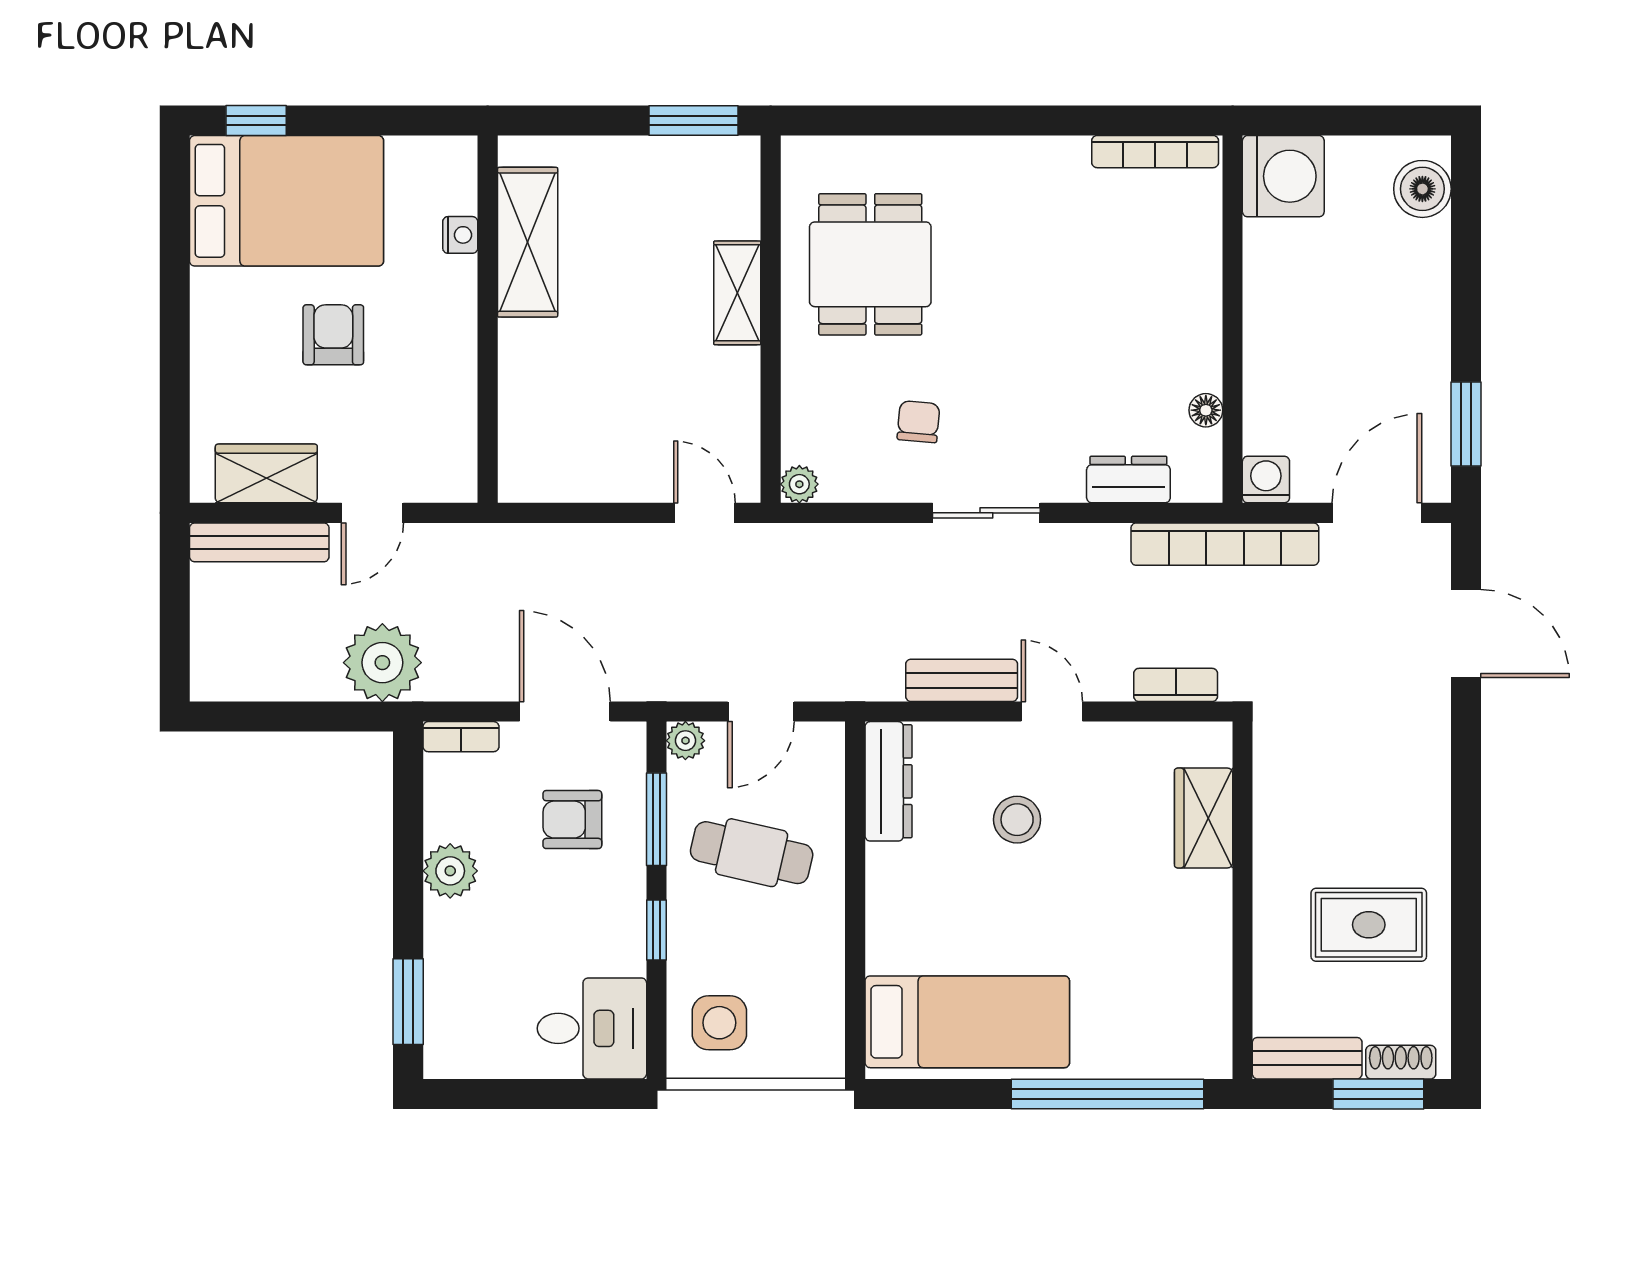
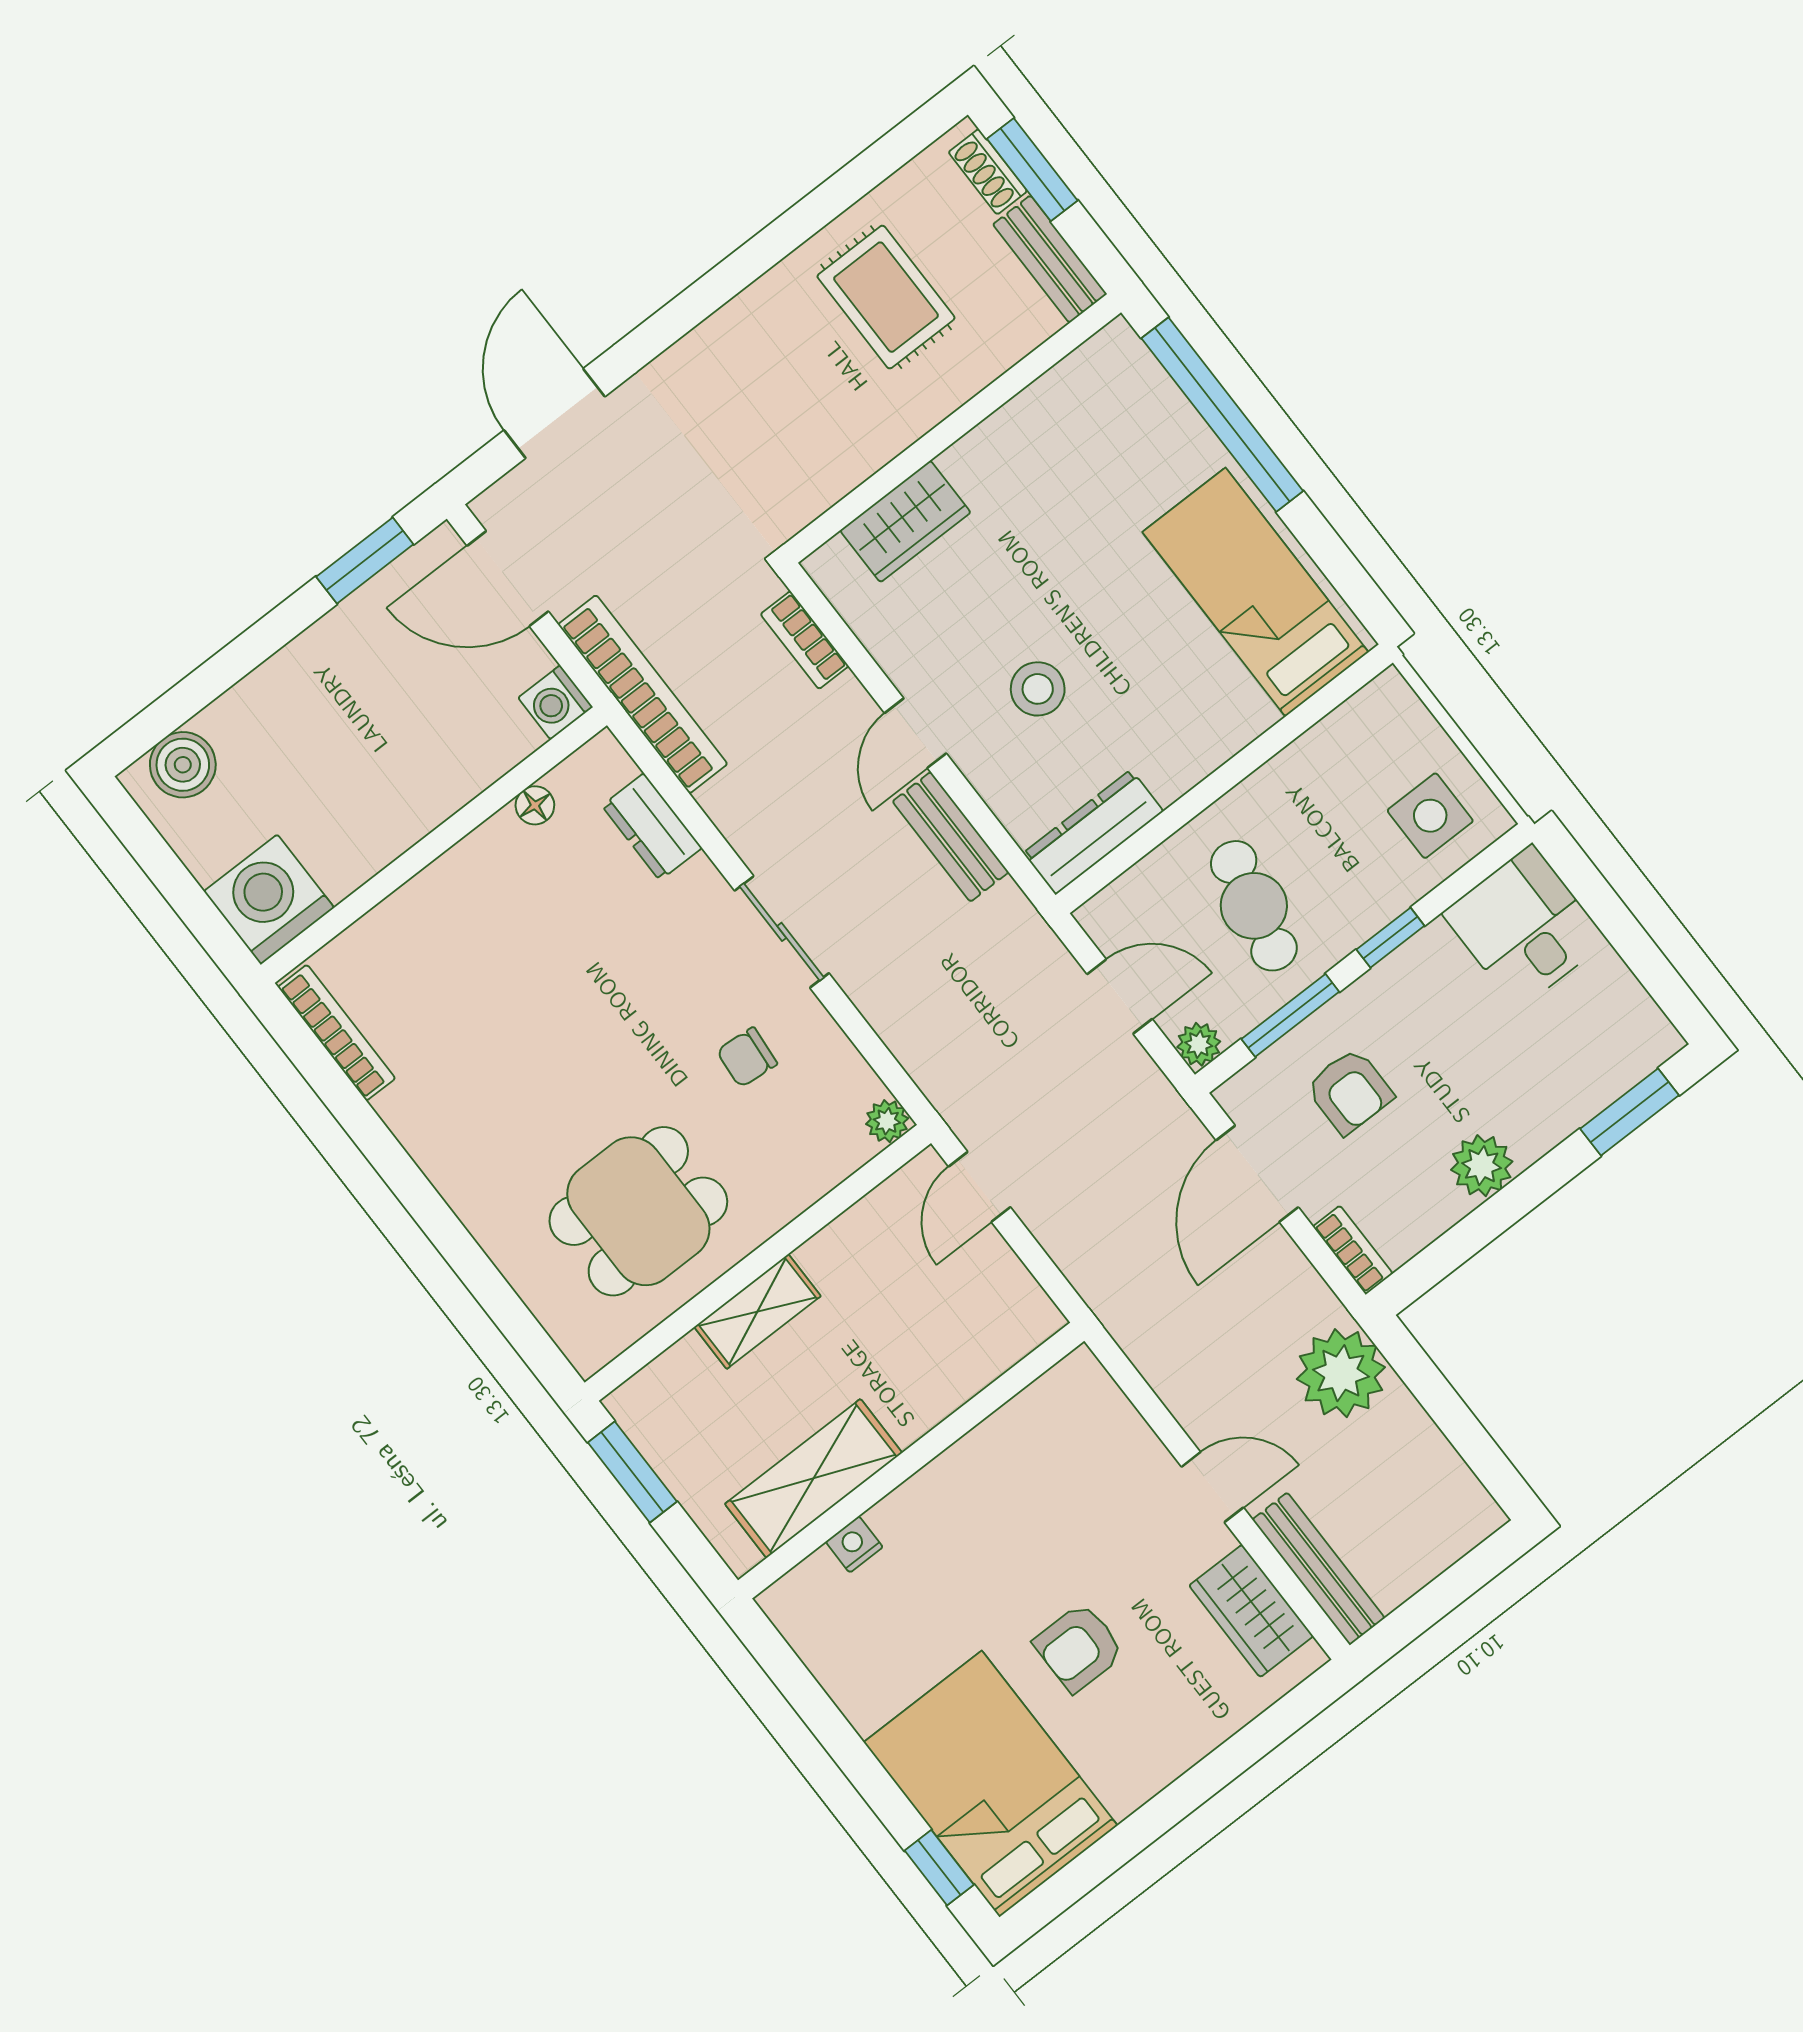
nightstand: (460, 235) -> (854, 1544), moved
shelving: (528, 242) -> (814, 1478), moved
wall: (488, 319) -> (911, 1460), moved

